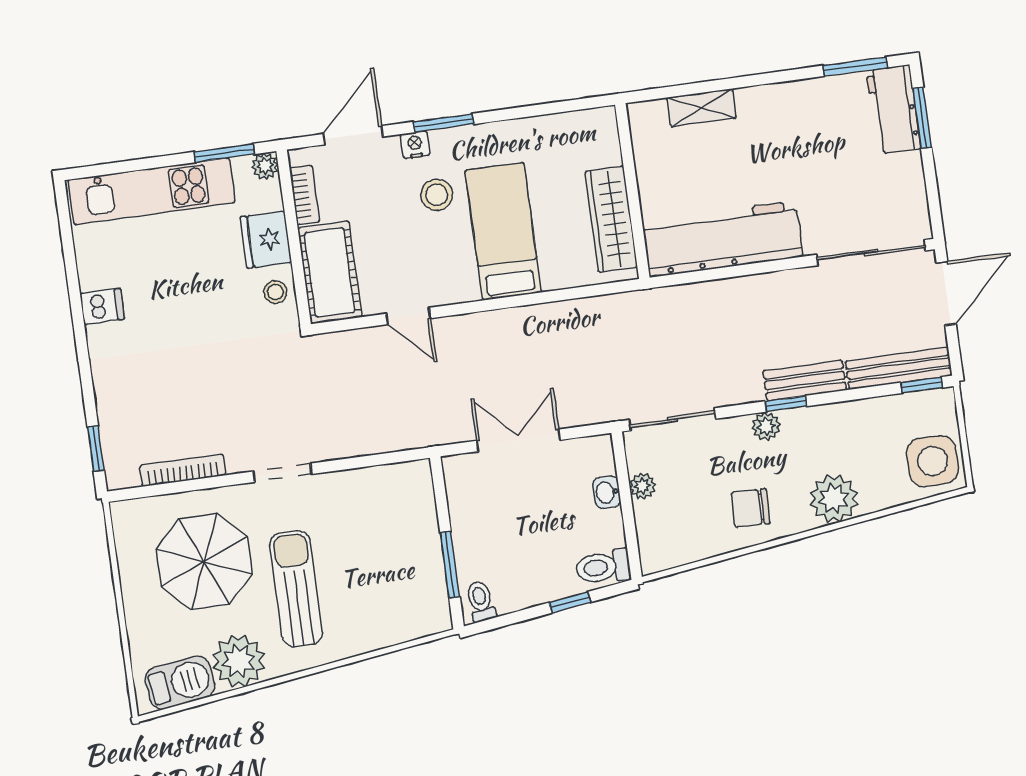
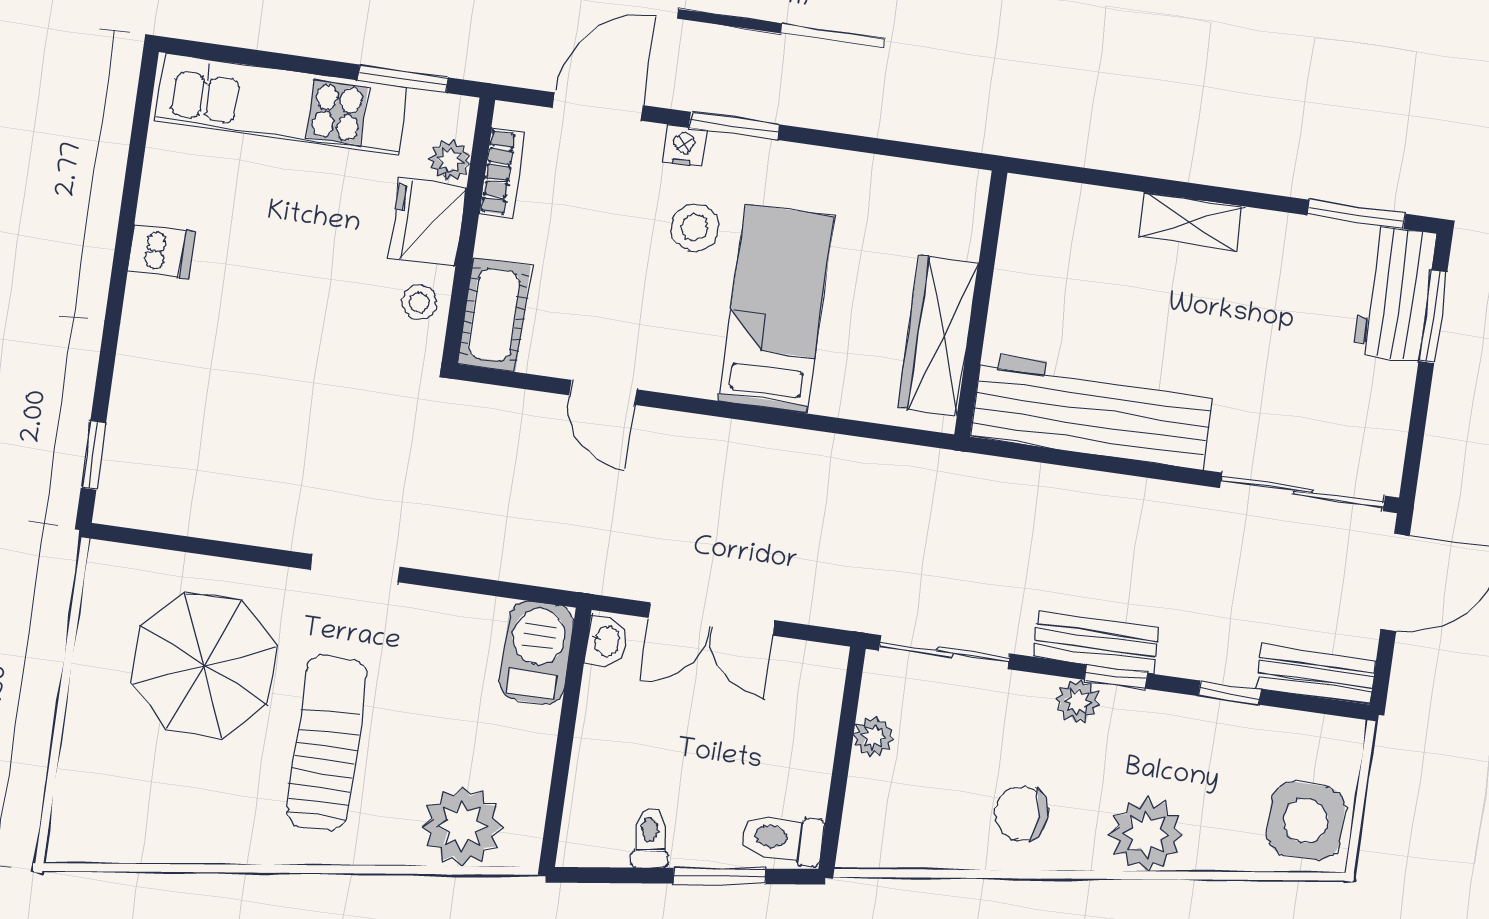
shelving: (701, 108) -> (1190, 222), moved
plant: (265, 166) -> (450, 161), moved
cot: (330, 272) -> (494, 315), width x0.73, depth x0.75
bench: (899, 368) -> (1316, 675), width x0.73
bench: (805, 380) -> (1096, 642), moved
window: (922, 385) -> (1230, 693), moved
double door: (518, 440) -> (712, 619), swing flipped
bookcase: (183, 470) -> (211, 523), removed
washbasin: (607, 492) -> (606, 641), moved, turned 180
window: (450, 565) -> (560, 771), removed
toilet: (481, 601) -> (650, 838), moved
window: (570, 602) -> (720, 876), width x1.50
plant: (239, 661) -> (462, 826), moved
barbecue: (180, 683) -> (537, 652), moved, turned -82

